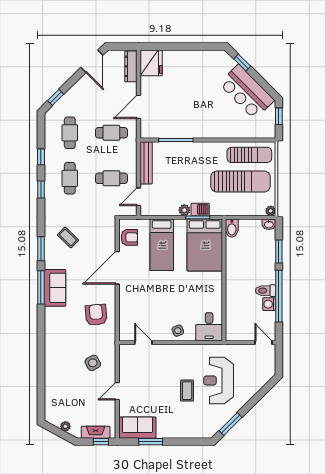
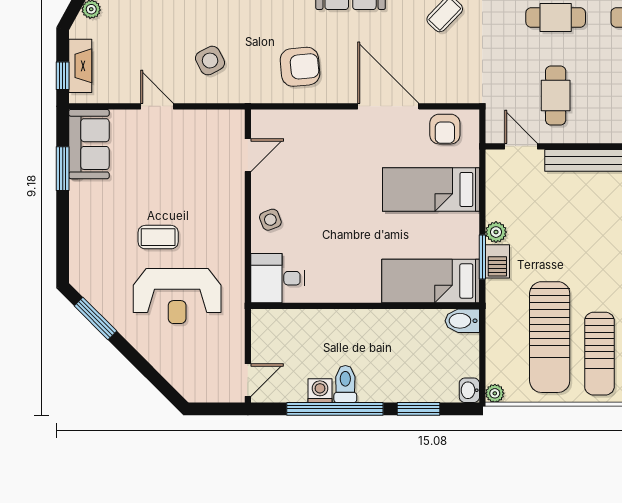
bed: (205, 245) -> (431, 281), width x0.67
reception desk: (219, 380) -> (177, 296), turned 180

